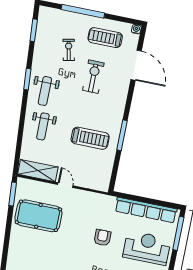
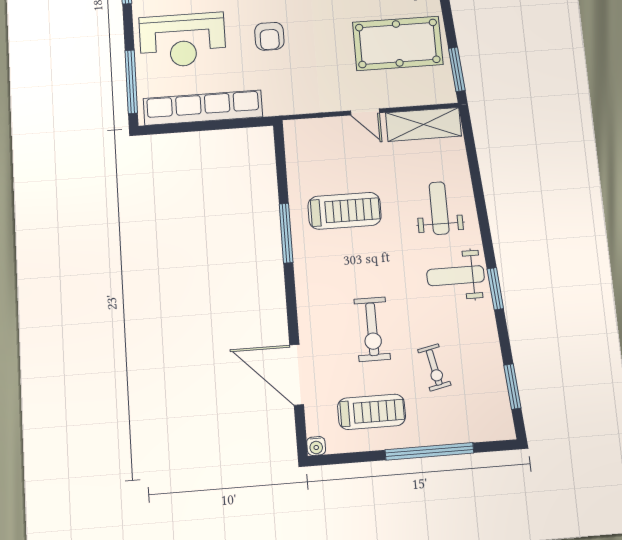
weight bench: (45, 91) -> (456, 276), turned -90
treadmill: (90, 138) -> (344, 211), turned 180

